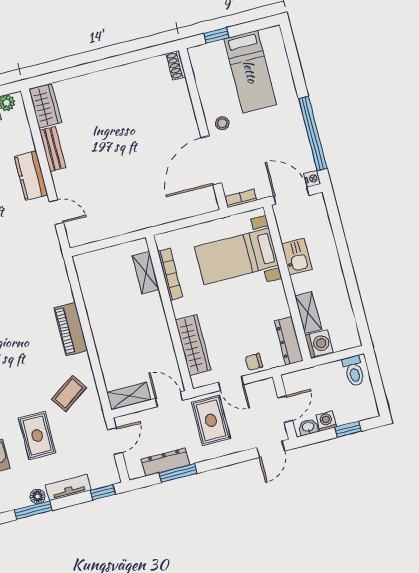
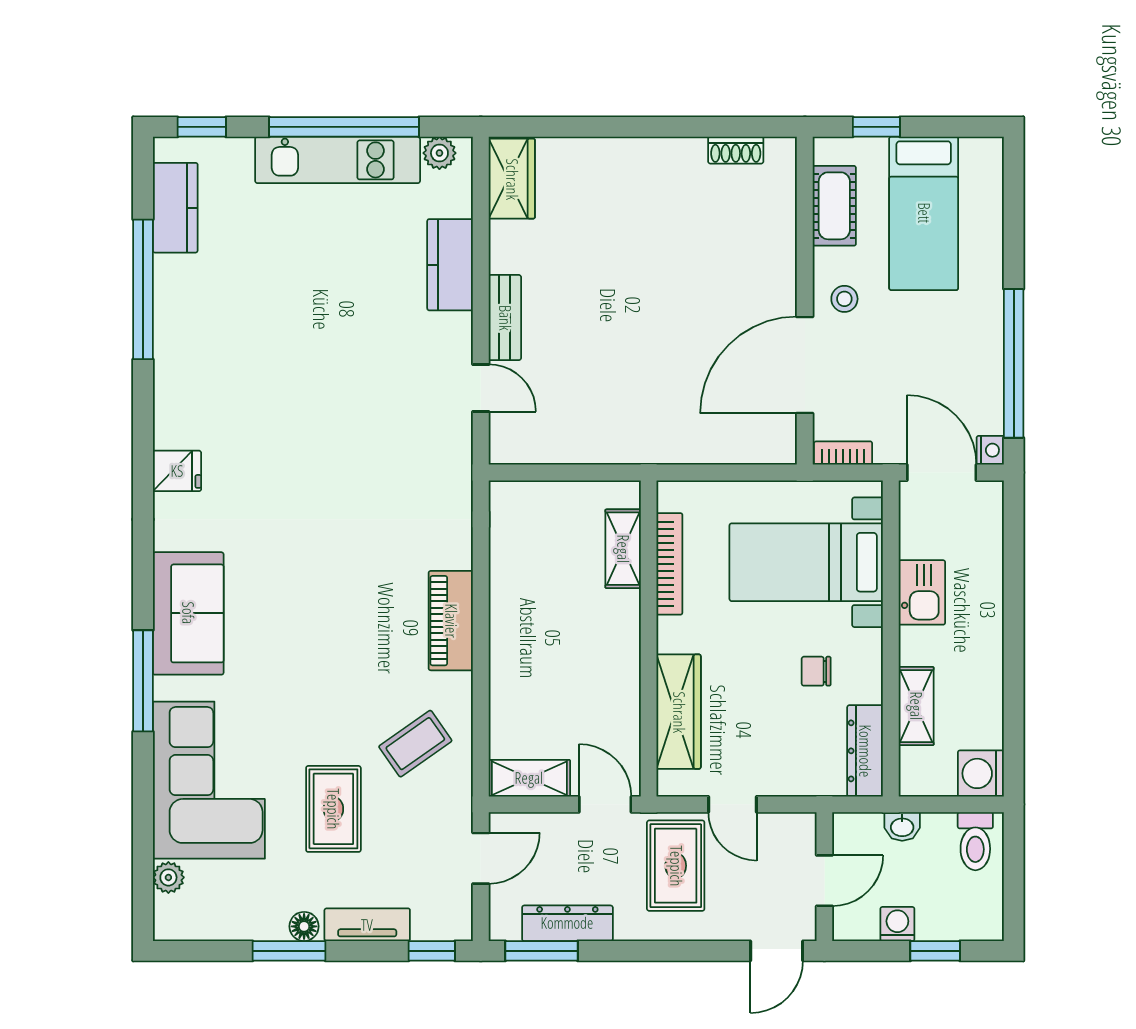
shoe rack: (176, 65) -> (736, 150), moved, turned -90
cot: (206, 79) -> (834, 206), added
bench: (53, 149) -> (505, 318), moved
kitchen counter: (31, 176) -> (450, 265), moved
washing machine: (319, 344) -> (981, 773), moved, turned 180
chair: (254, 362) -> (816, 671), moved
washbasin: (308, 427) -> (902, 826), moved, turned 180
window: (178, 473) -> (542, 951), moved

